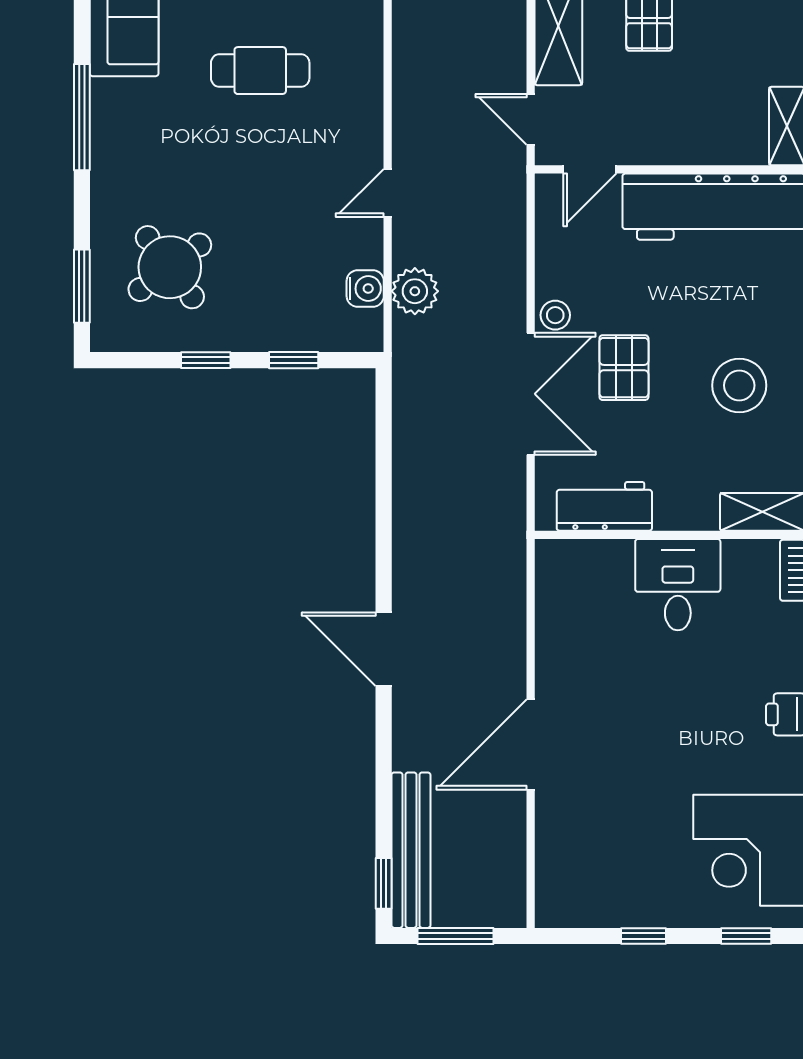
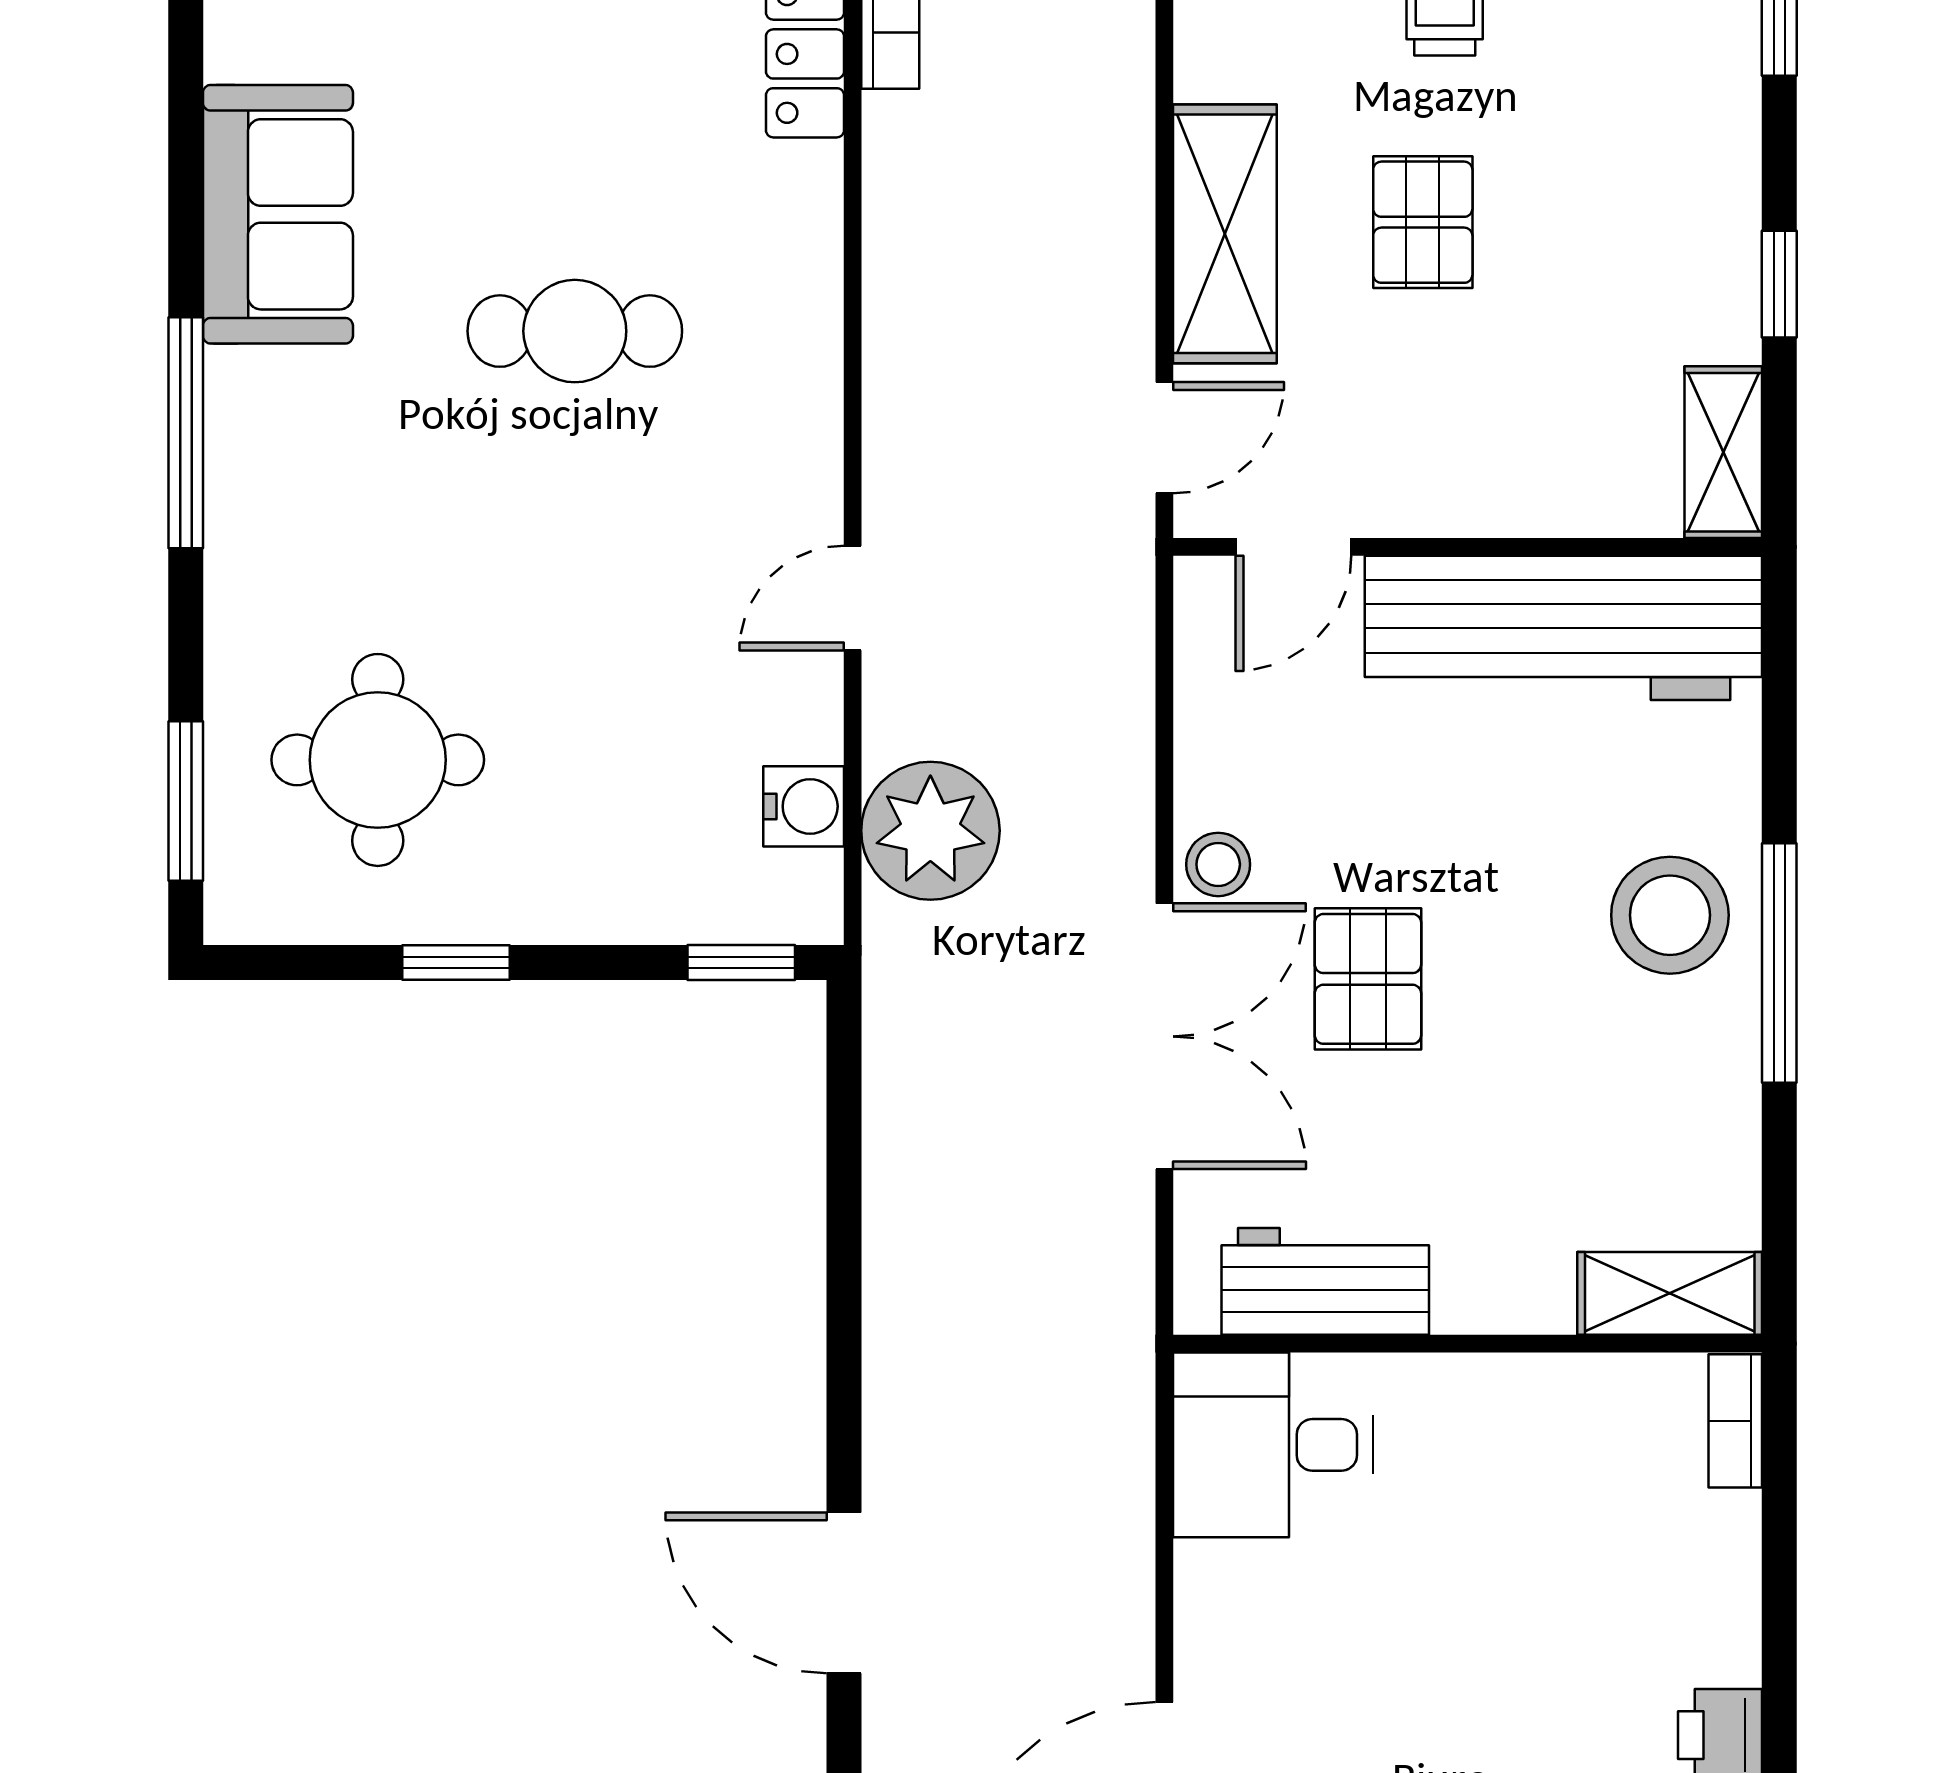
door: (531, 119) -> (1164, 438), swing flipped
round table: (170, 267) -> (378, 760), turned 37
plant: (415, 291) -> (930, 831), width x1.36, depth x1.36
window: (294, 360) -> (741, 963), moved
stool: (739, 385) -> (1670, 915), moved
desk: (678, 585) -> (1273, 1445), moved, turned -90

